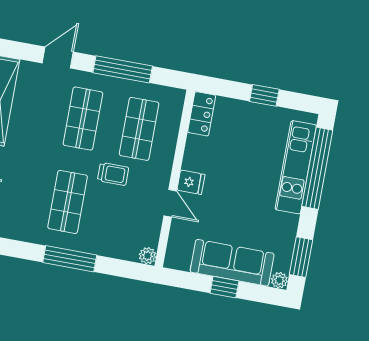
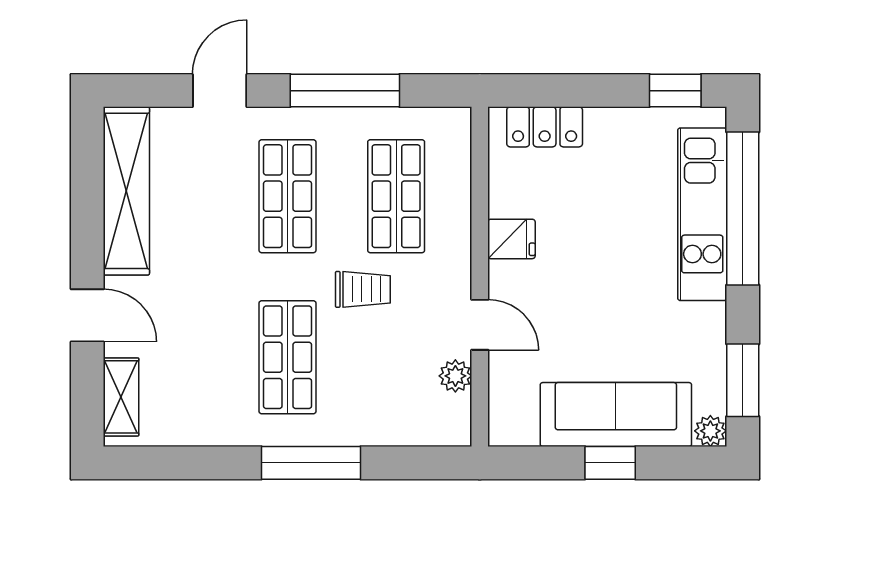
window: (264, 95) -> (675, 91), moved
locker: (202, 114) -> (545, 127), moved, turned 90
fridge: (191, 182) -> (511, 239), moved
plant: (148, 256) -> (455, 376), moved

